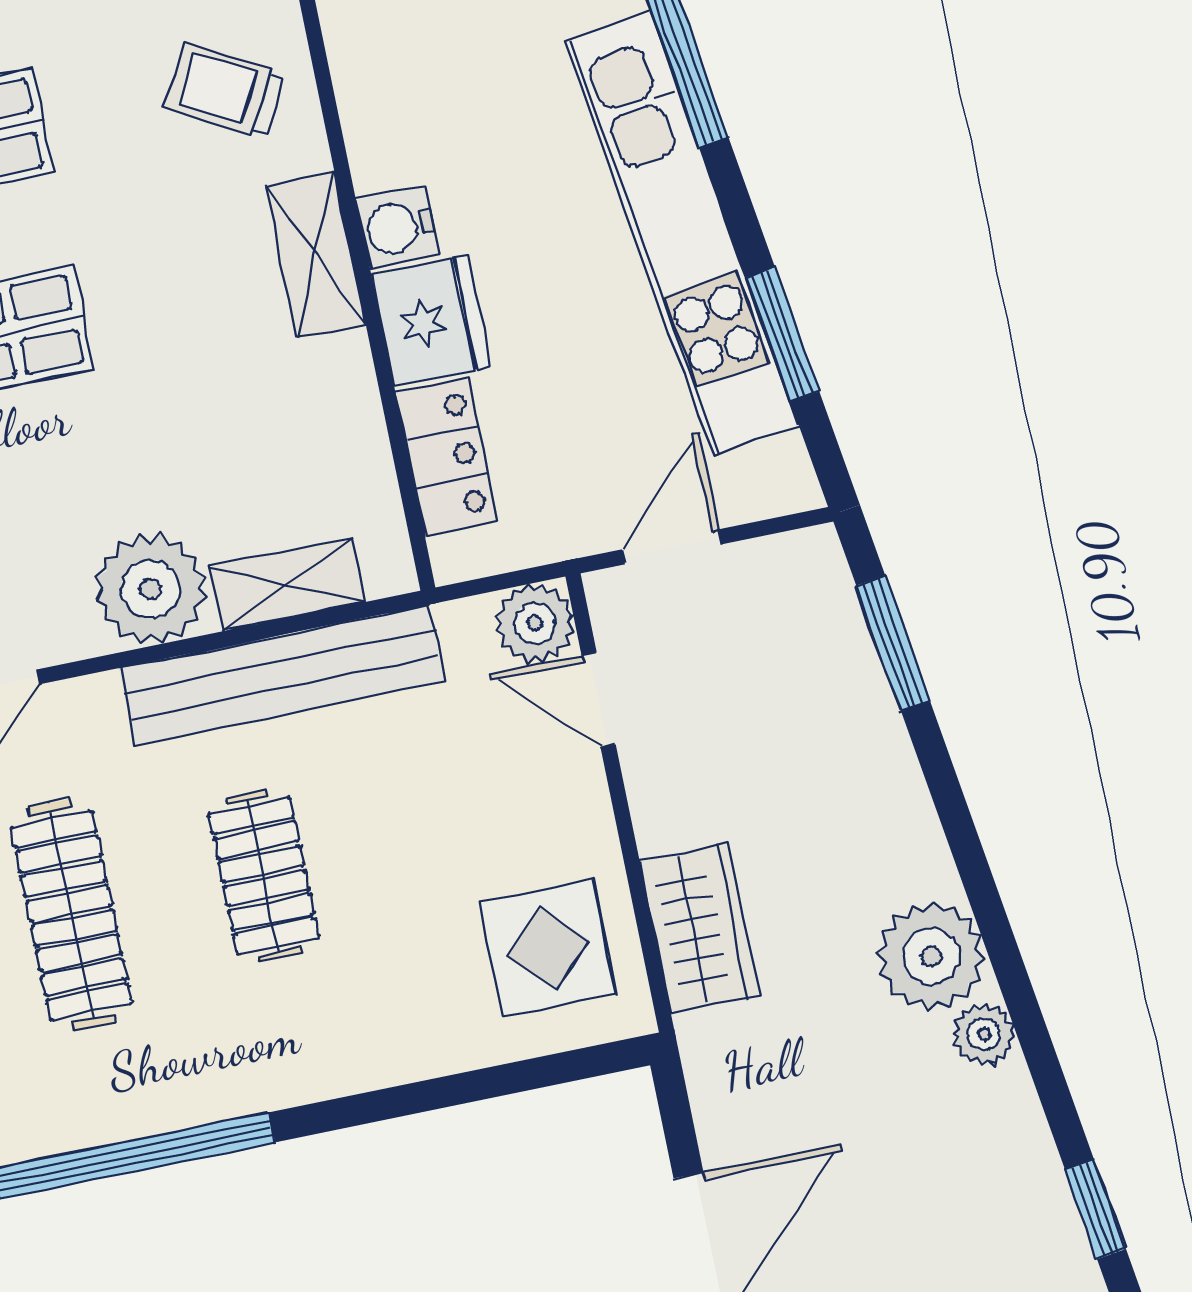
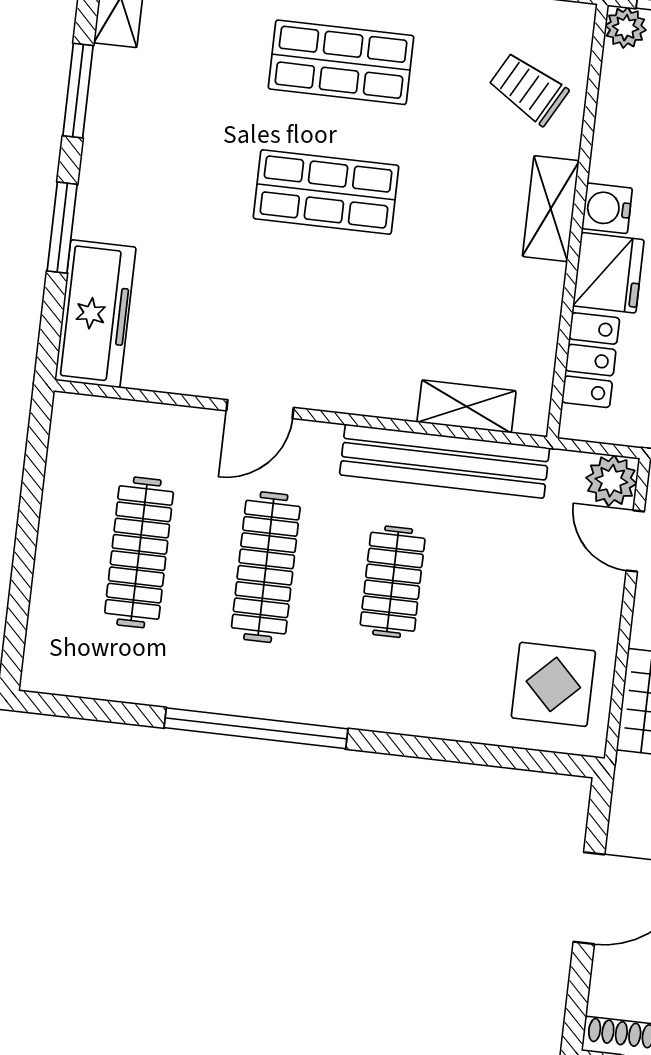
plant: (150, 589) -> (381, 381), removed

